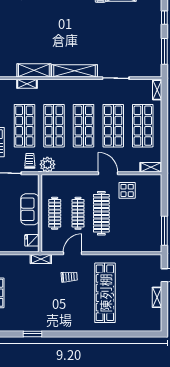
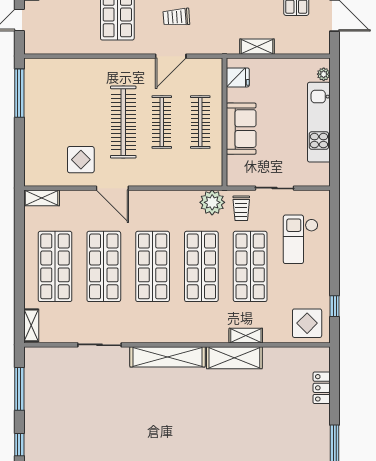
shelving: (41, 259) -> (257, 47), moved

